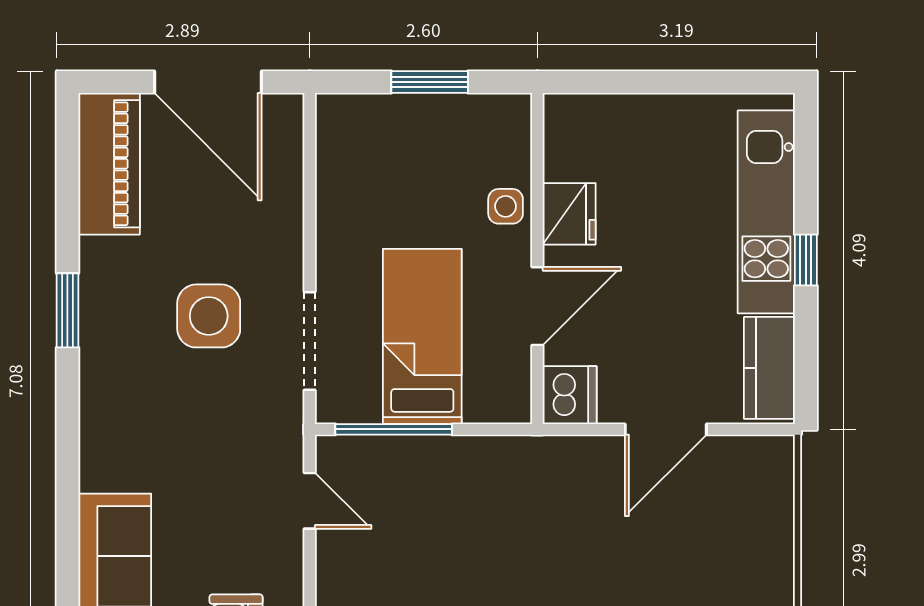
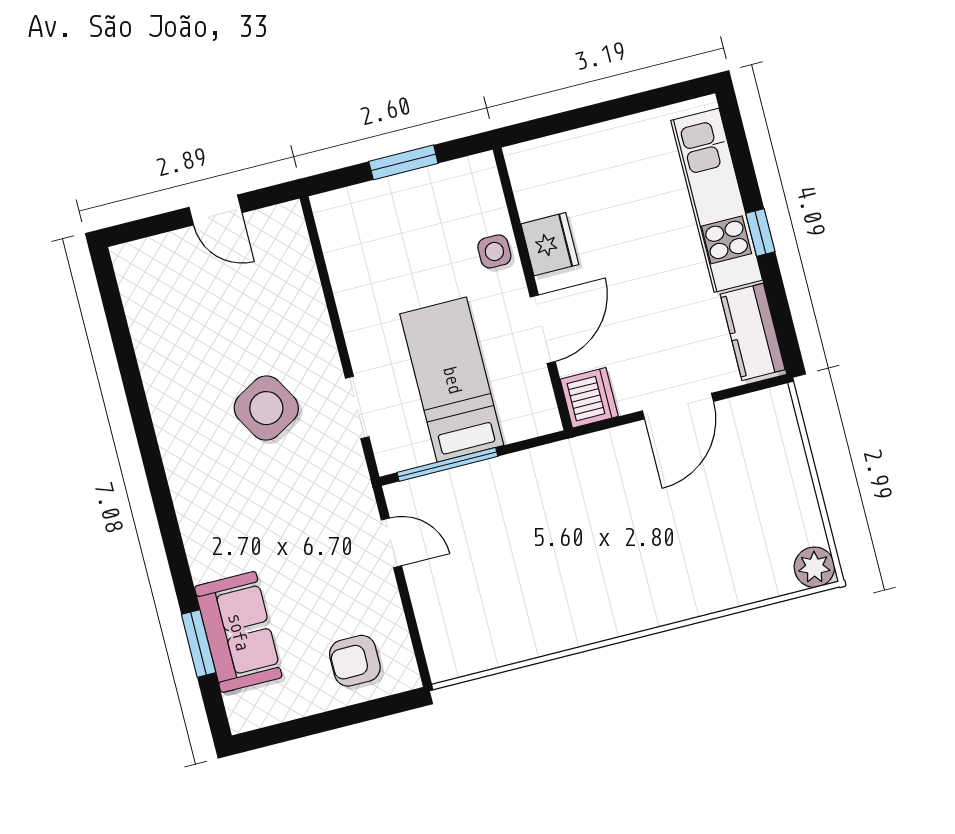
door: (208, 82) -> (216, 210), width x0.53
piano: (109, 164) -> (149, 300), removed
window: (67, 310) -> (199, 644), moved
side table: (209, 316) -> (266, 408), turned -30
doorway: (310, 341) -> (357, 408), width x0.73

